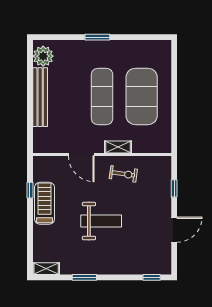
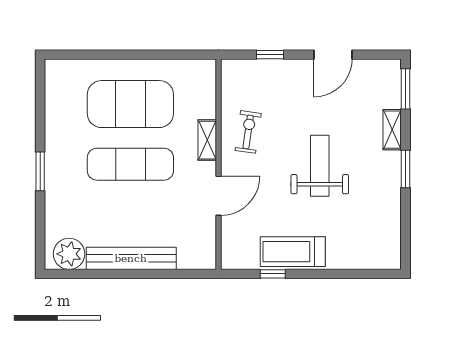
door: (174, 230) -> (333, 55), swing flipped
shelving: (46, 269) -> (392, 130), moved
window: (84, 277) -> (406, 169), moved
window: (152, 277) -> (406, 89), width x1.50

